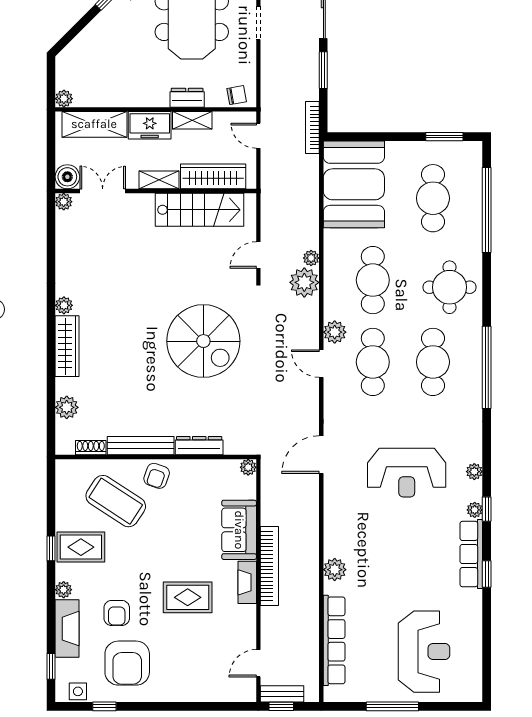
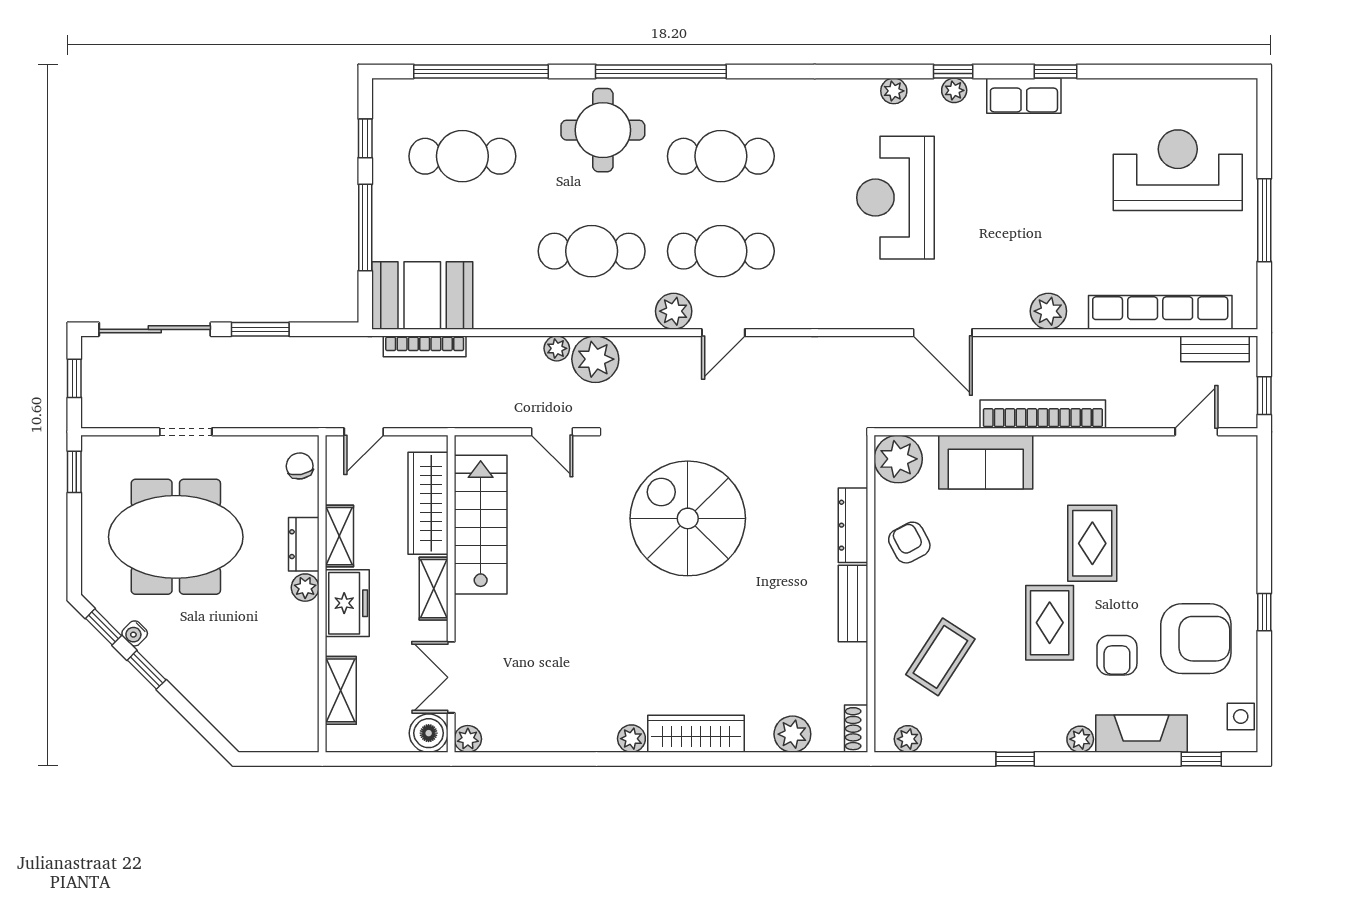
plant: (64, 99) -> (305, 588), moved
shelving: (94, 124) -> (341, 690), width x0.67, depth x0.75
bookcase: (312, 128) -> (425, 346), moved
window: (388, 137) -> (365, 227), added
window: (444, 137) -> (365, 138), width x0.67
booth: (354, 184) -> (422, 295), width x0.73, depth x0.70
spiral stairs: (203, 341) -> (688, 518), turned -90
window: (487, 367) -> (661, 71), moved
bench: (141, 446) -> (853, 604), width x0.73
shoe rack: (91, 448) -> (856, 729), moved
door: (321, 455) -> (943, 333), moved
plant: (248, 467) -> (898, 459), width x1.88, depth x1.88
reception desk: (407, 473) -> (896, 198), turned 180
armchair: (157, 476) -> (909, 543), moved, turned -137
plant: (64, 480) -> (908, 739), added
coffee table: (116, 501) -> (940, 657), width x0.73, depth x0.76
rug: (81, 547) -> (1050, 623), moved
row of seats: (471, 554) -> (1024, 96), width x0.68
fireplace: (247, 582) -> (1069, 449), removed
armchair: (117, 613) -> (1117, 655), turned 90
door: (258, 663) -> (1196, 432), swing flipped
bench: (282, 694) -> (1215, 349), moved, turned 90
window: (104, 706) -> (1264, 612), moved

